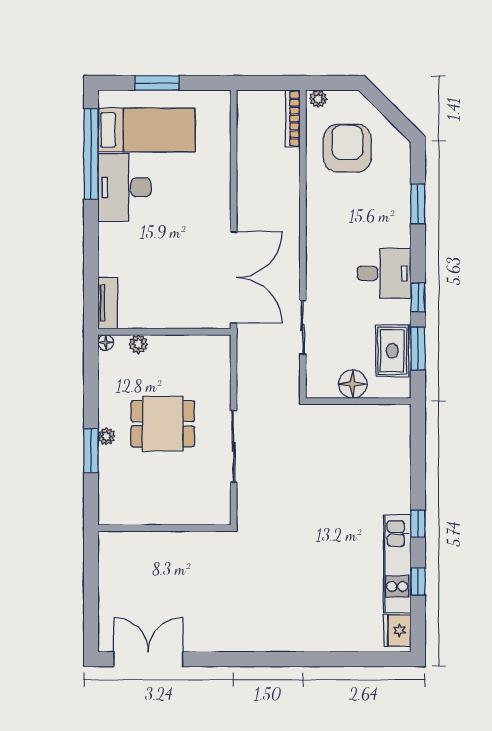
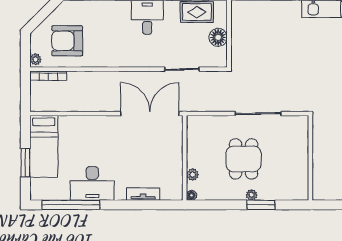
bed: (146, 130) -> (44, 146), moved, turned 180
tv unit: (108, 303) -> (143, 194), moved

